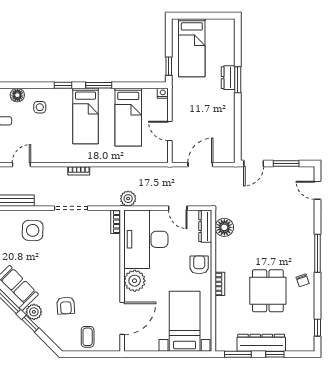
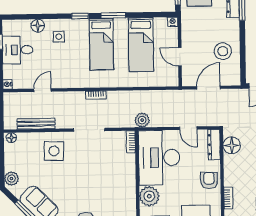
stool: (216, 126) -> (223, 51), added

